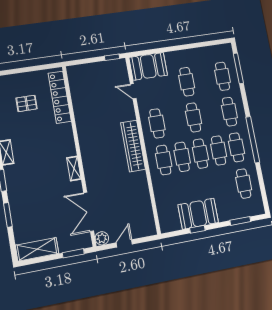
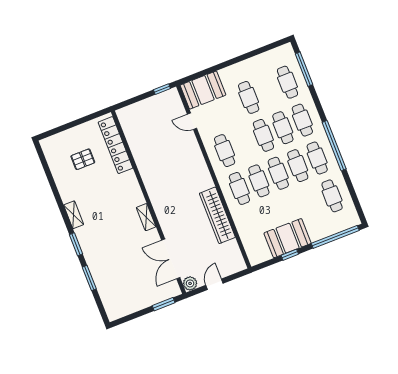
cafe table: (212, 115) -> (283, 128), added
wardrobe: (133, 146) -> (217, 215), moved
window: (240, 221) -> (335, 237), width x2.11
shelving: (37, 249) -> (126, 307), removed

